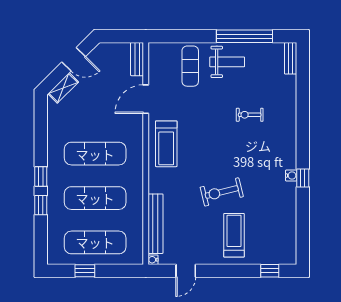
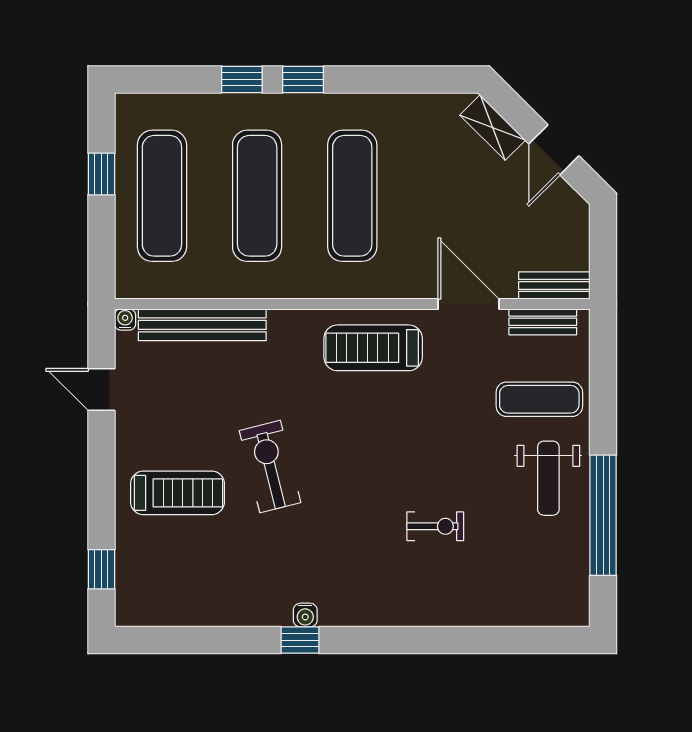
bench: (291, 58) -> (543, 322), moved
exercise bike: (250, 115) -> (435, 526), turned 90

